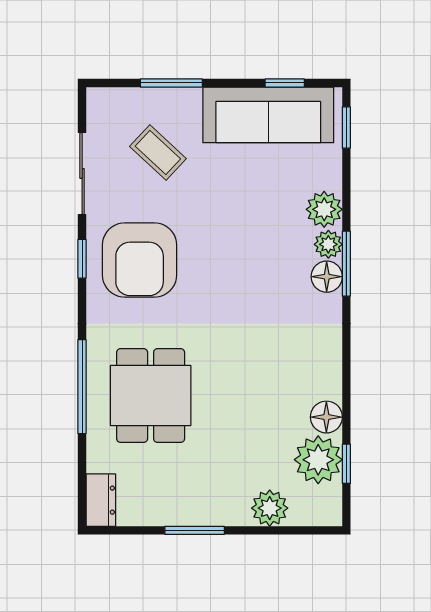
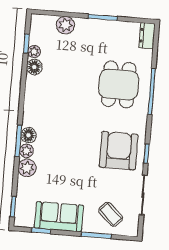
sofa: (268, 115) -> (59, 217), width x0.73
coffee table: (158, 152) -> (111, 214), moved
plant: (318, 460) -> (34, 52), width x0.53, depth x0.53

